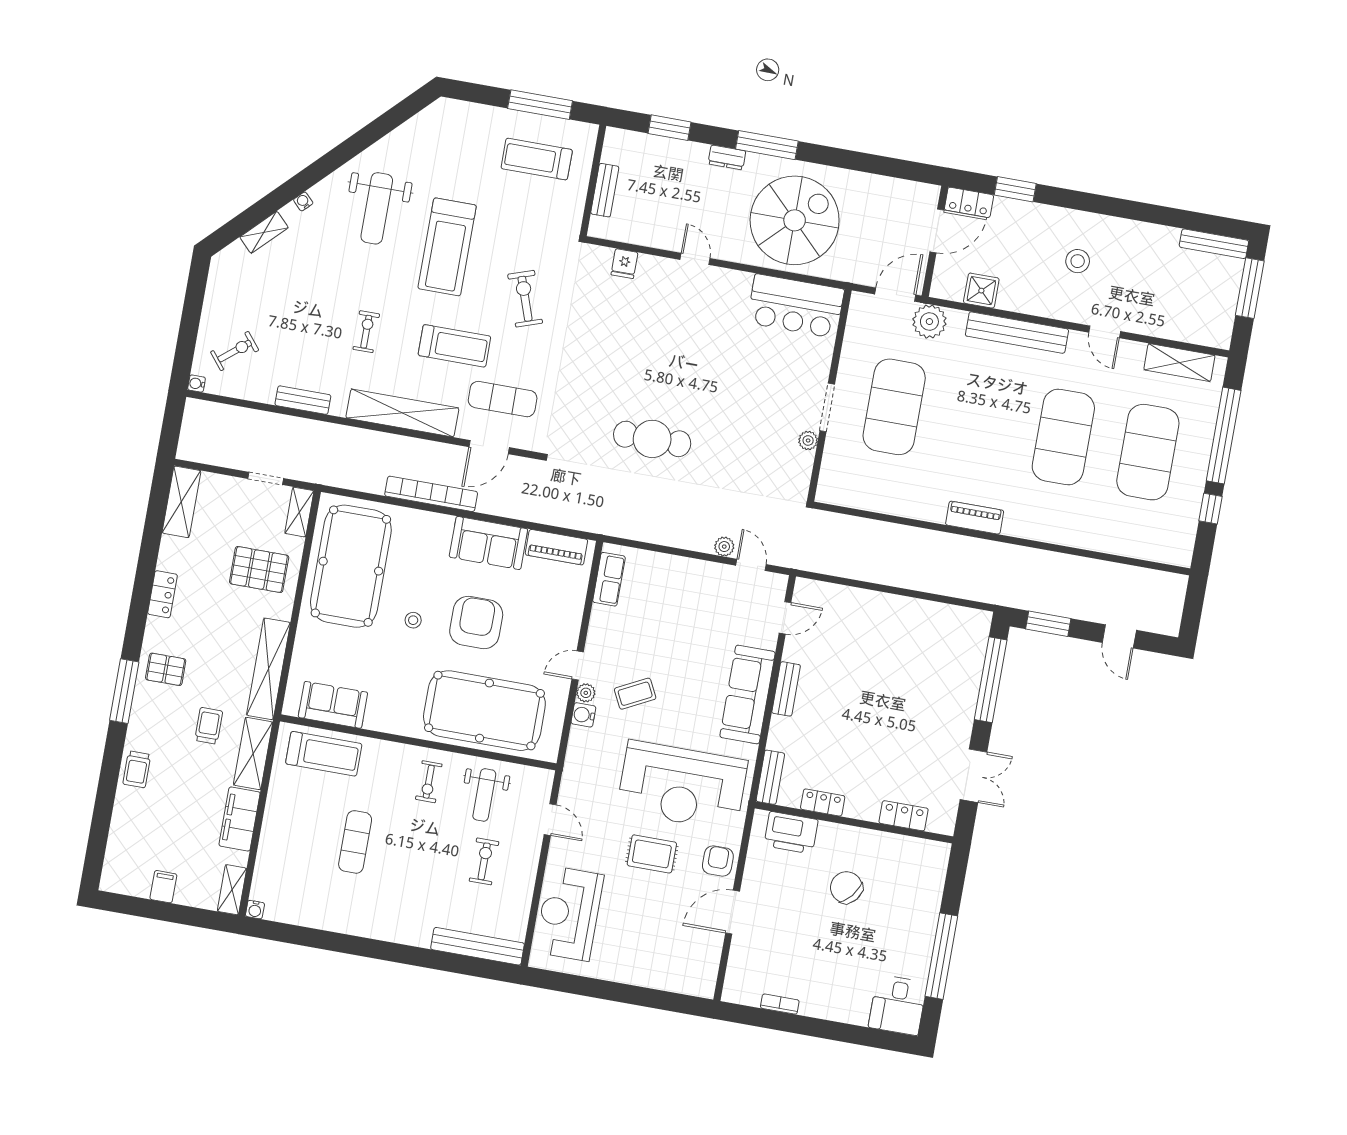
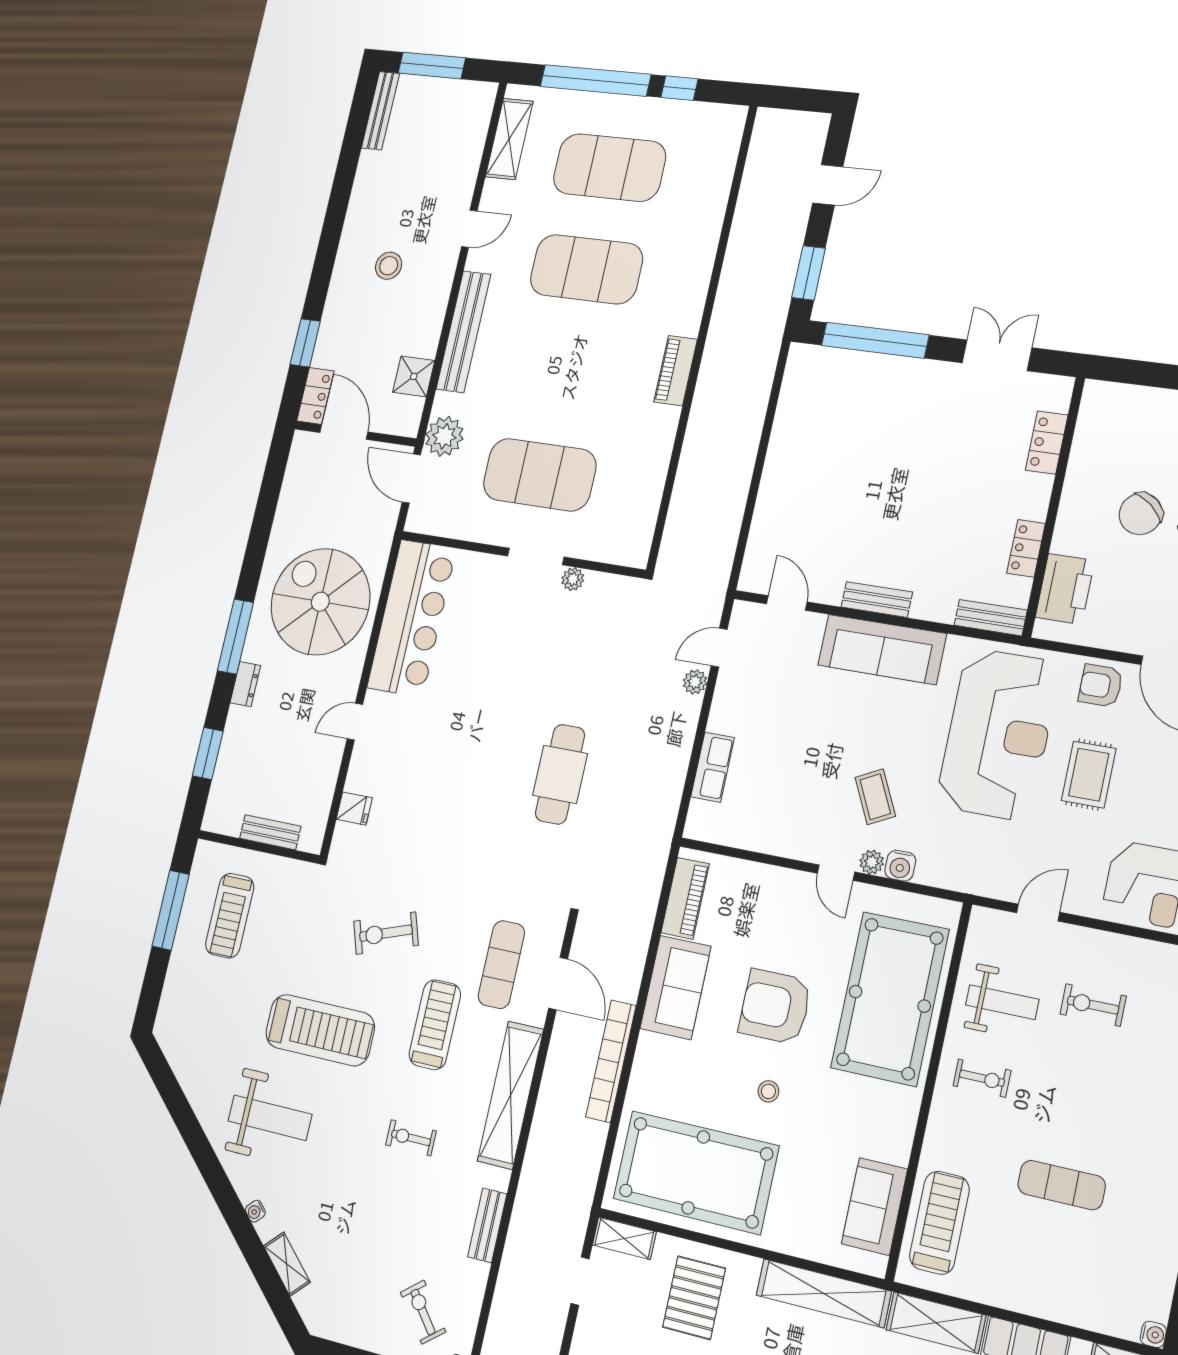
bar counter: (796, 306) -> (412, 618), width x1.36
row of seats: (609, 579) -> (713, 767), moved, turned 90

